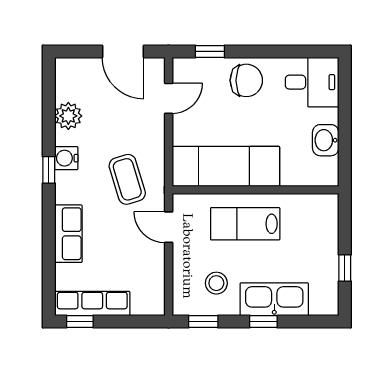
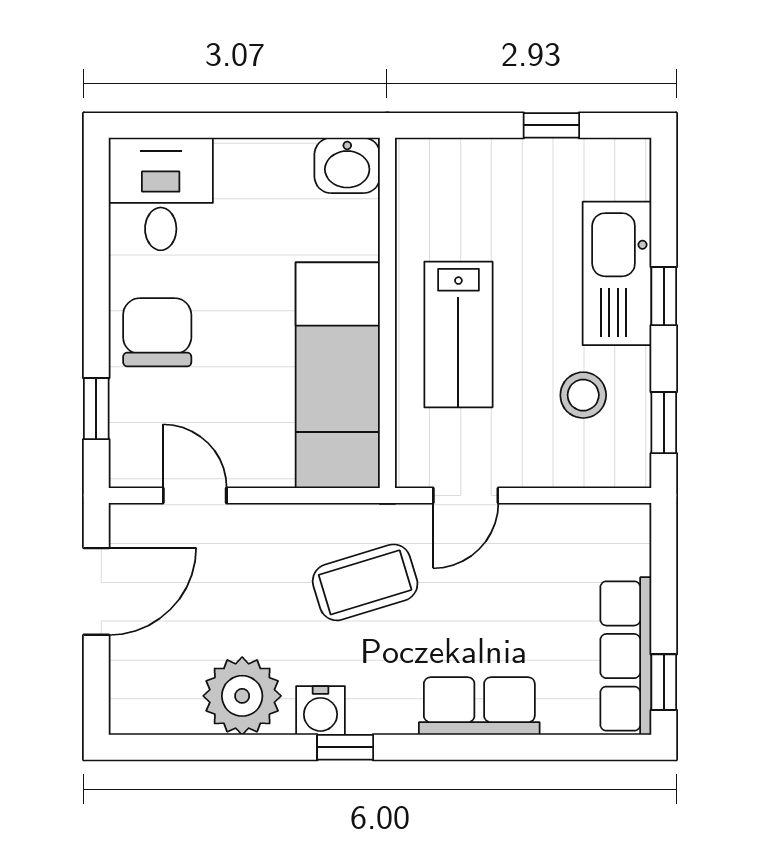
plant: (68, 116) -> (242, 696), width x1.36, depth x1.36
washbasin: (326, 140) -> (347, 165), moved

